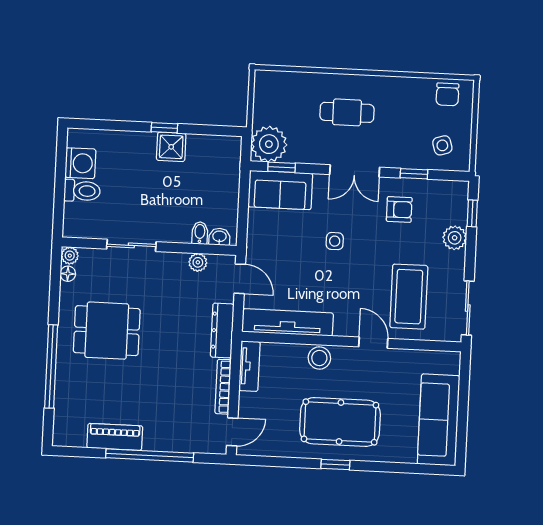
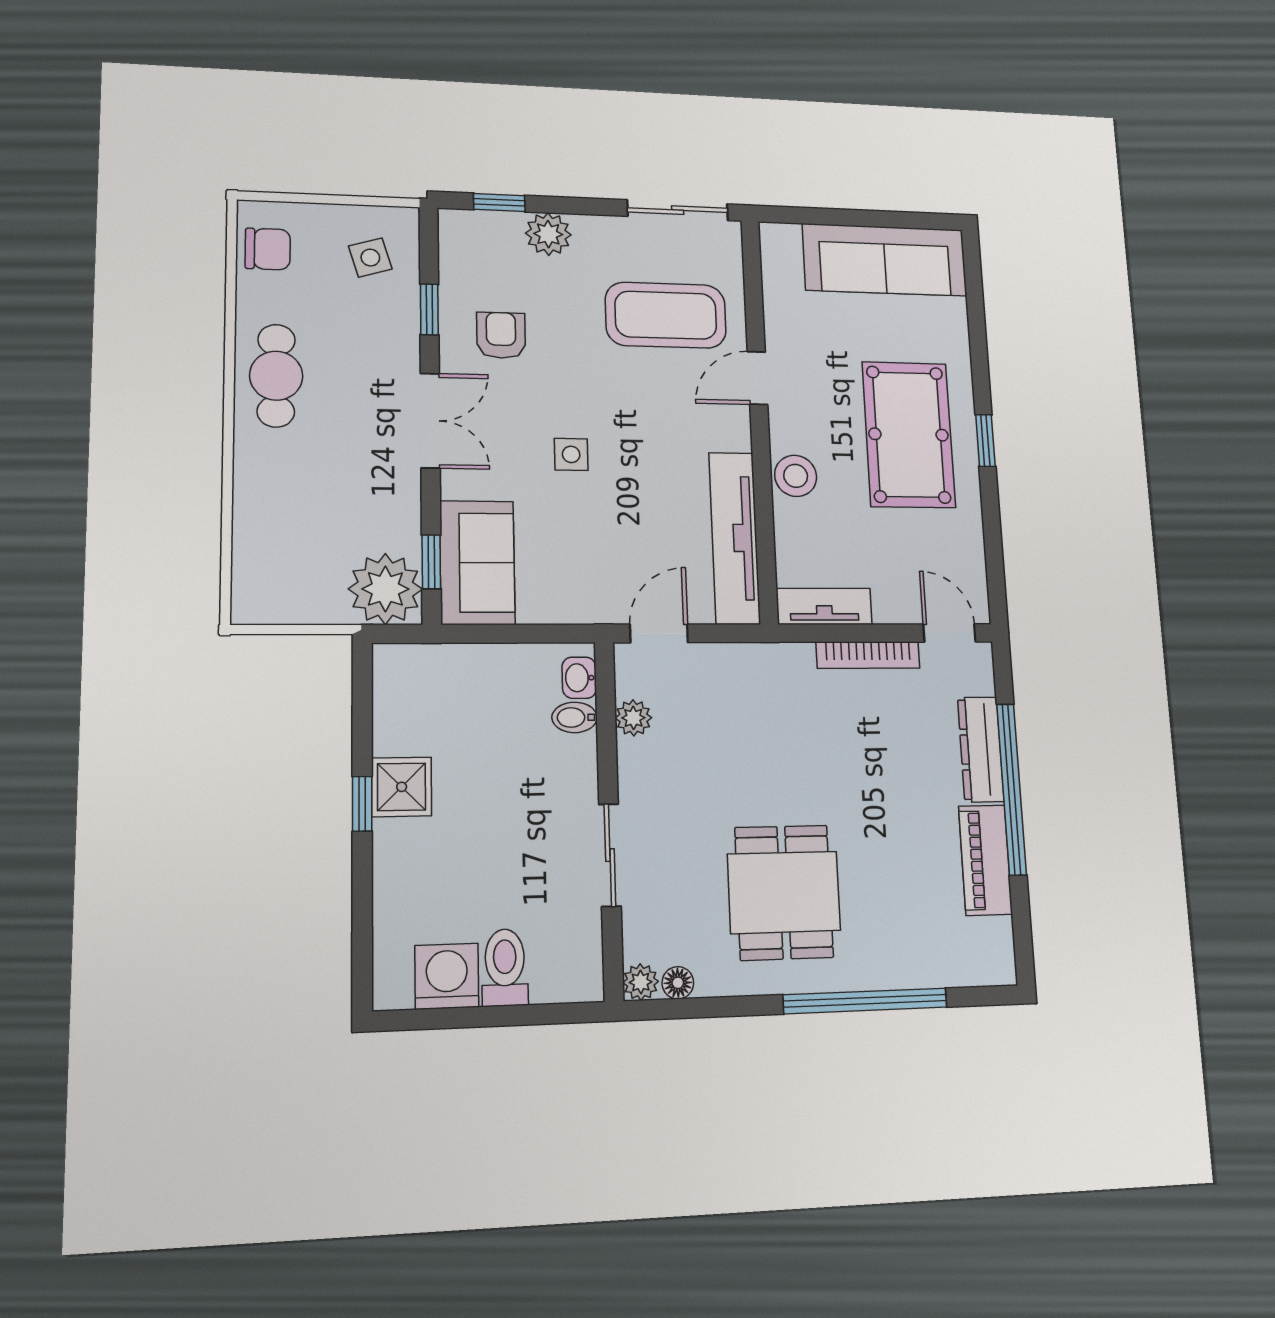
cafe table: (347, 112) -> (276, 376), moved
dresser: (222, 331) -> (981, 749), moved, turned 90

